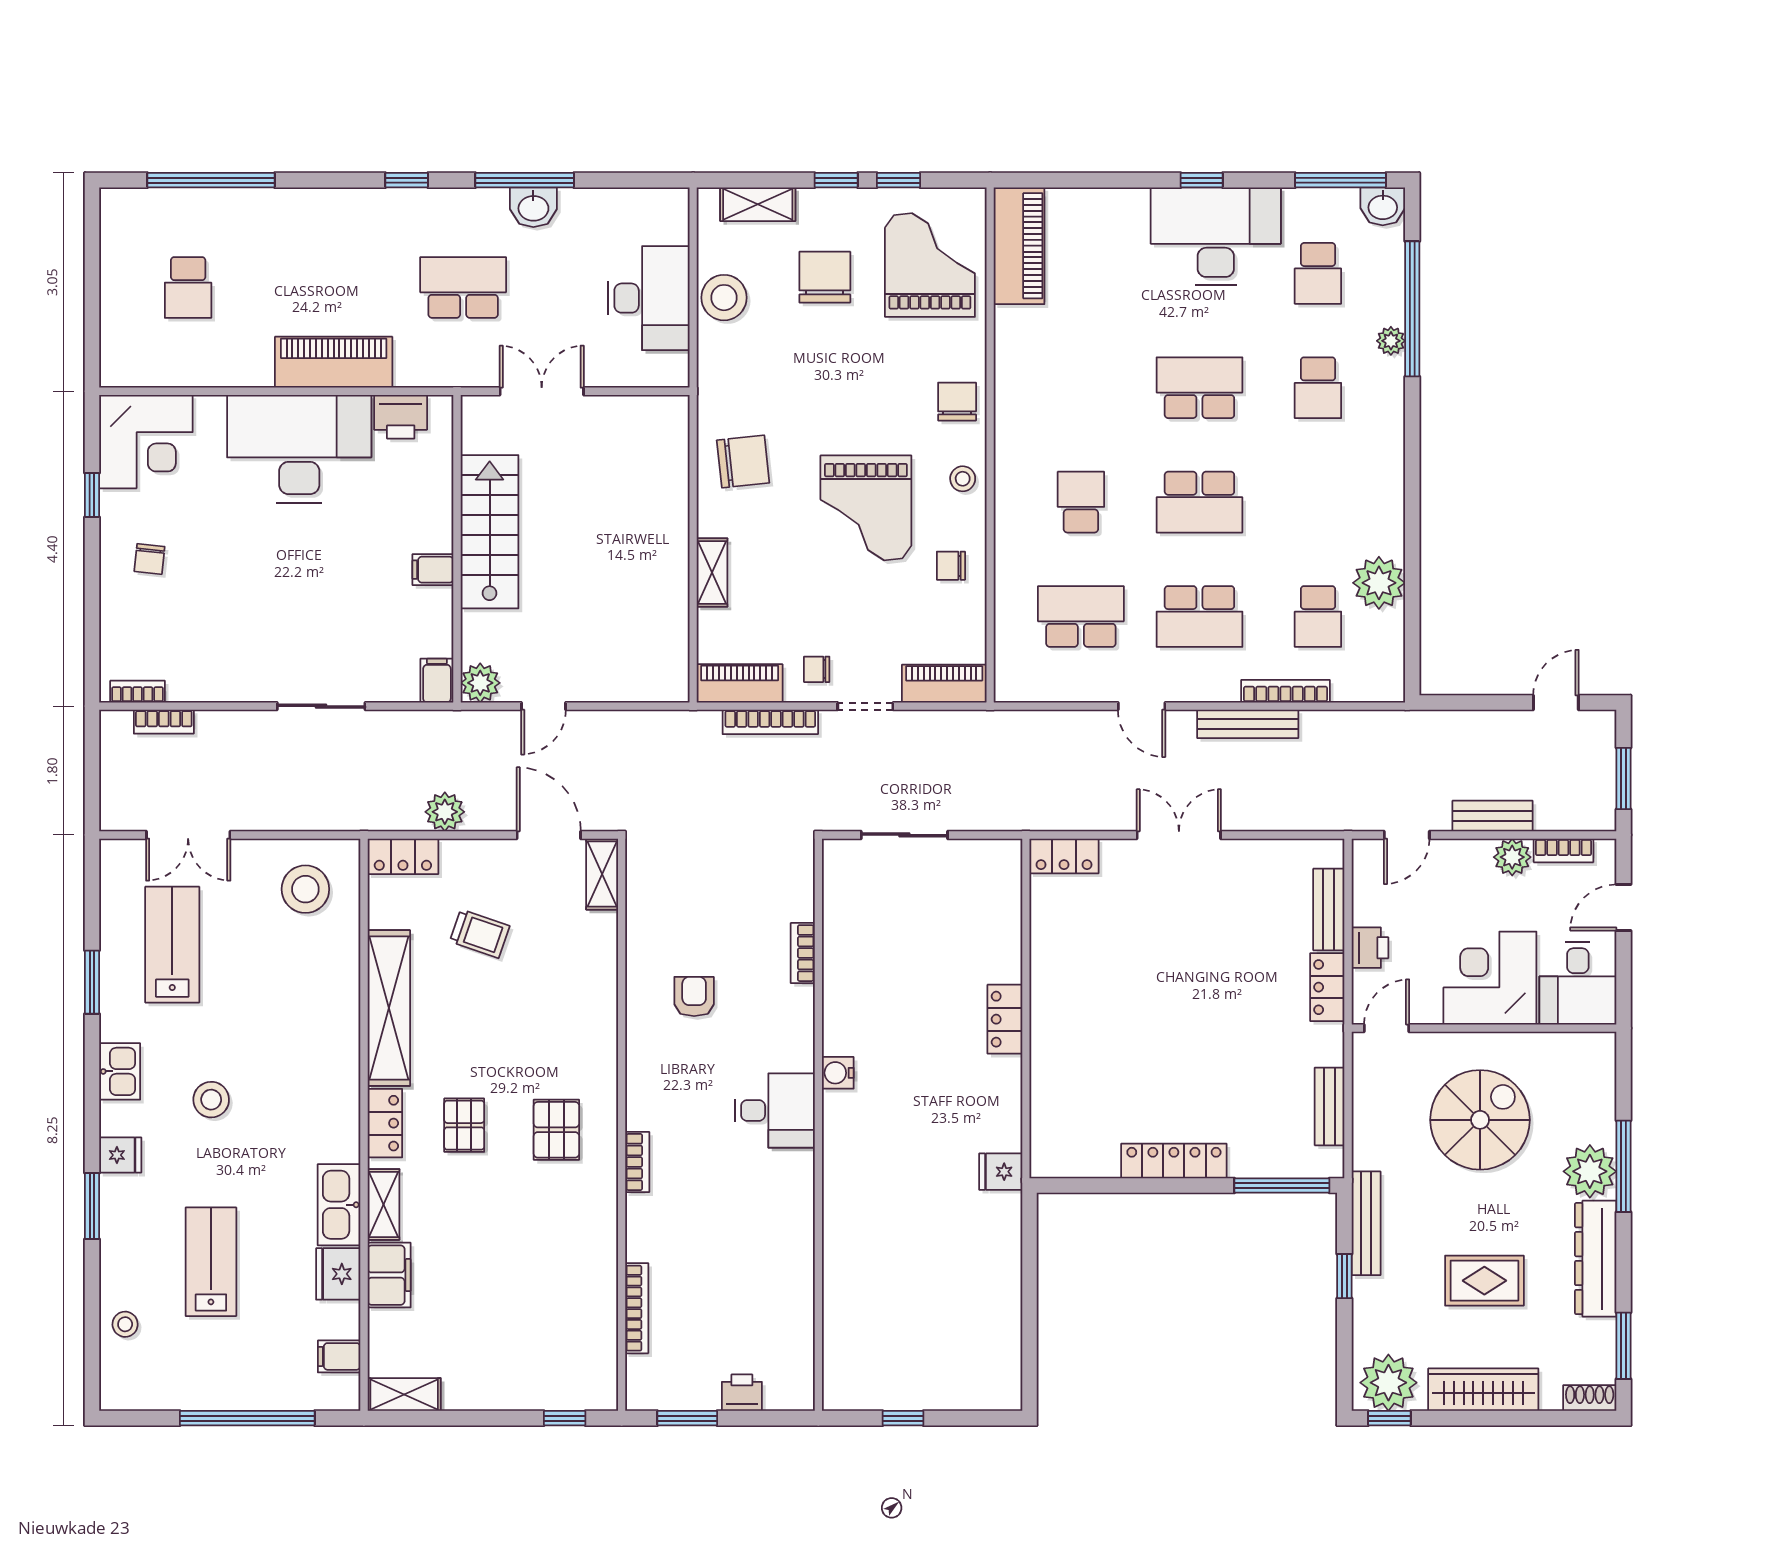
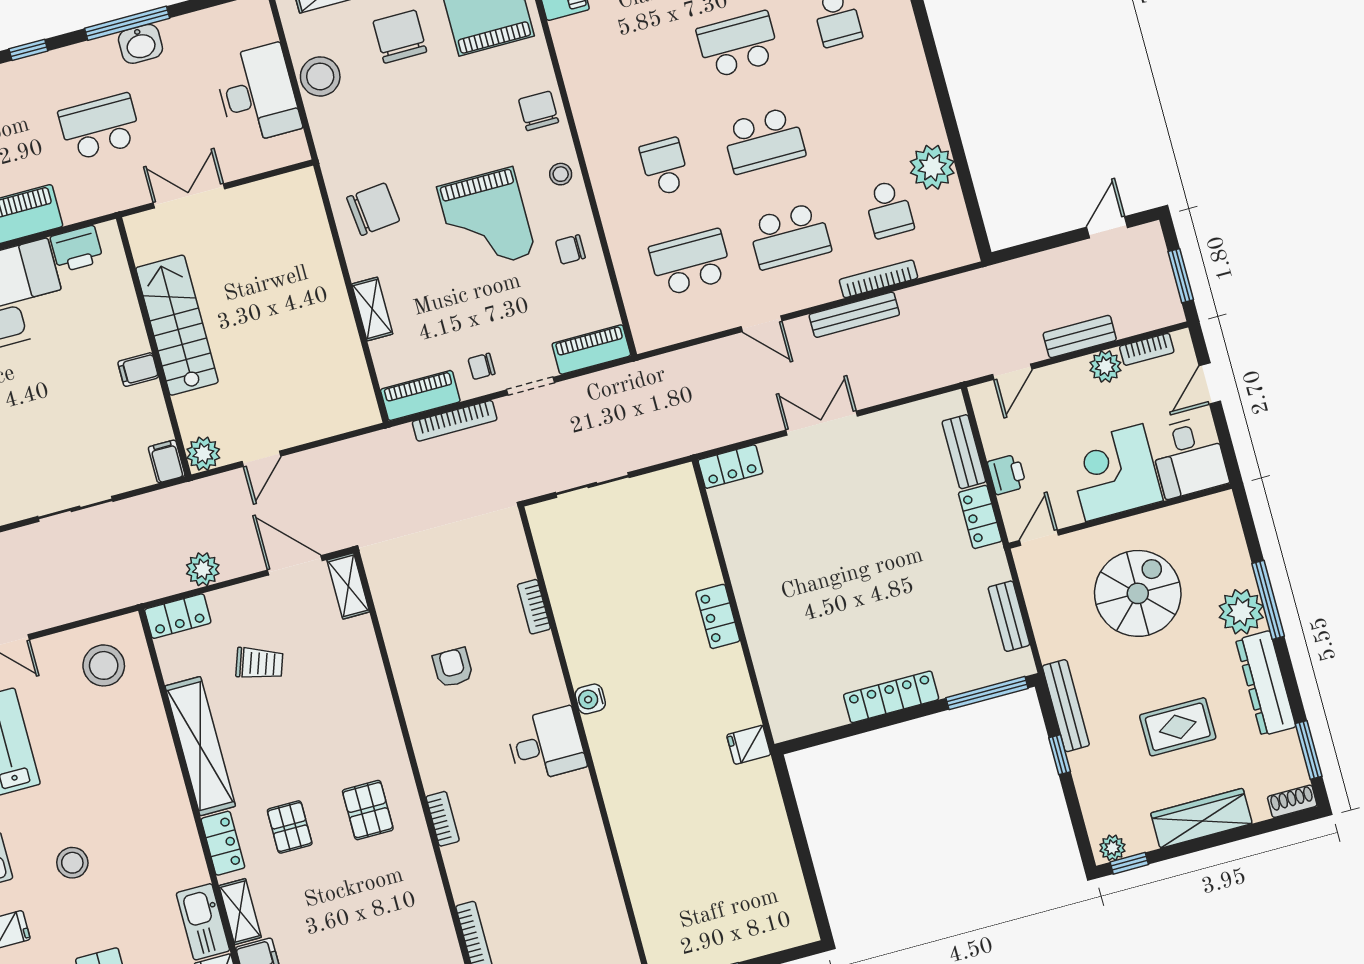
plant: (1388, 1383) -> (1112, 848), width x0.53, depth x0.53

